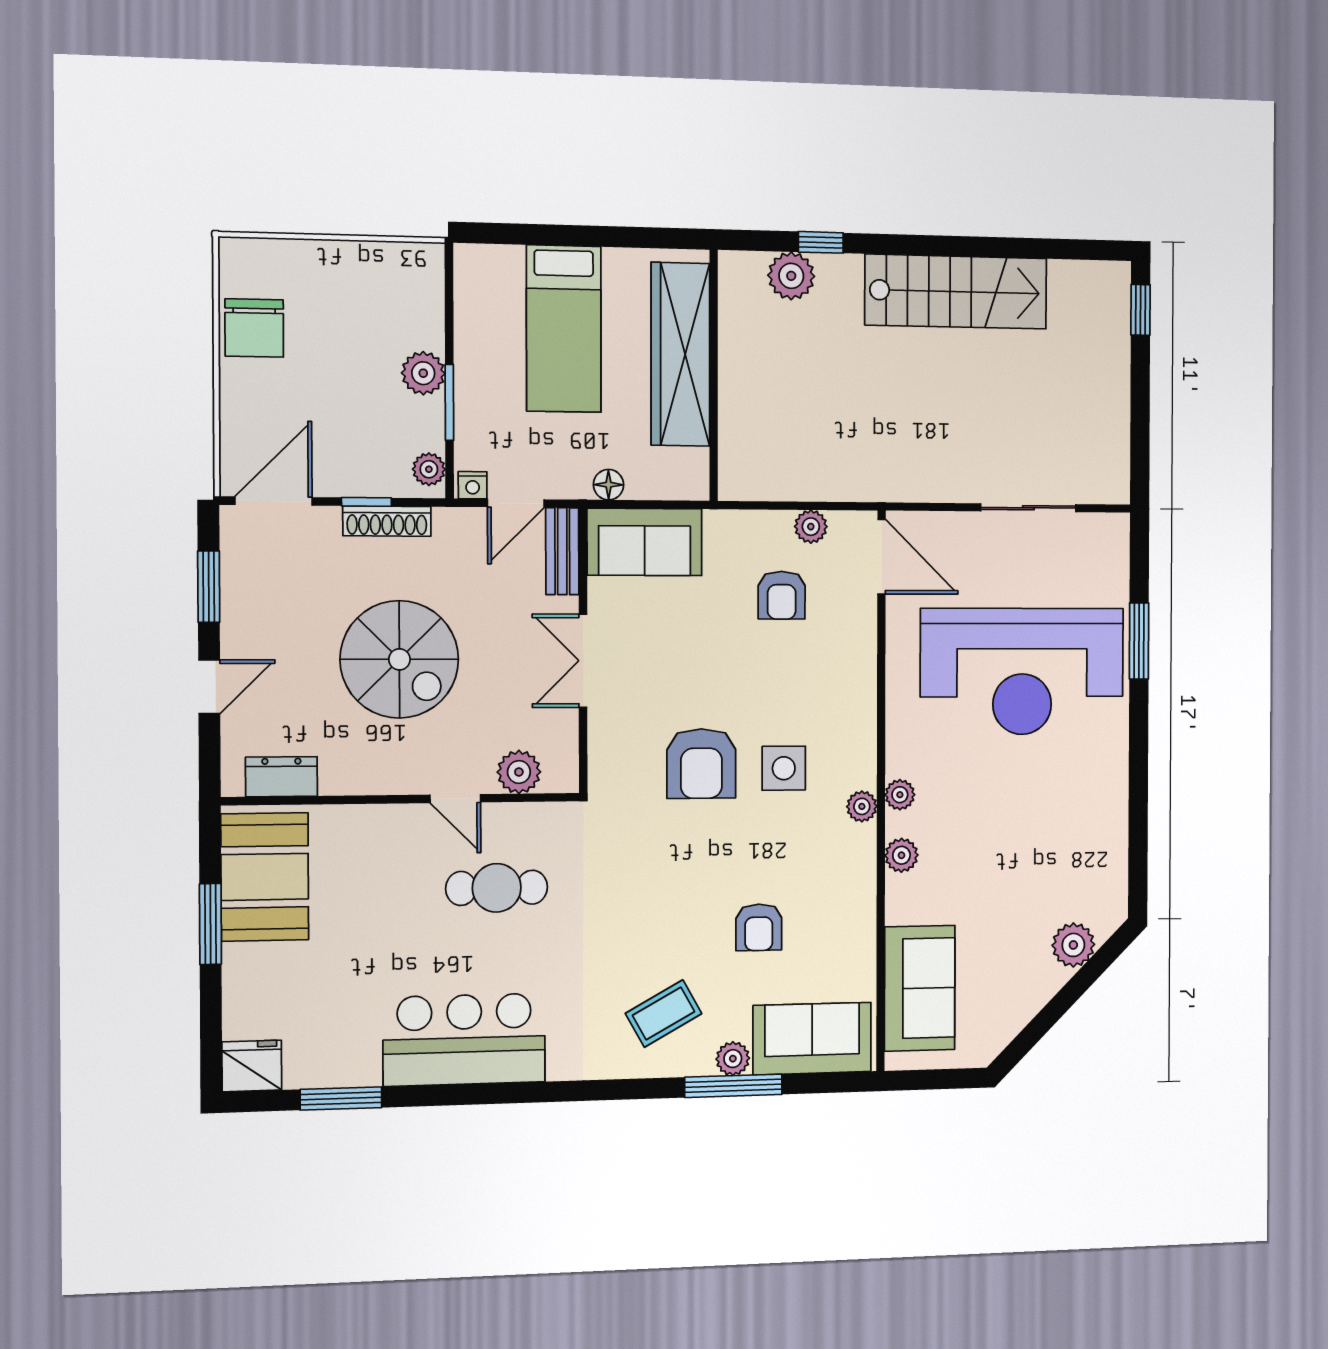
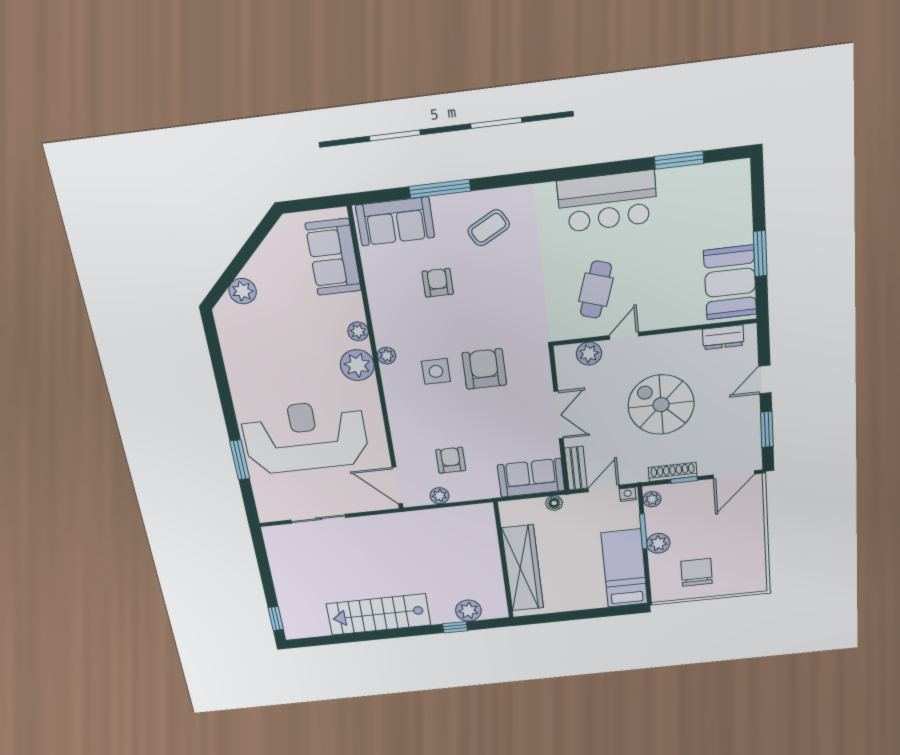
chair: (254, 328) -> (697, 572), moved
bed: (564, 329) -> (624, 568), moved
plant: (900, 795) -> (357, 365), width x1.88, depth x1.88
door: (455, 799) -> (624, 336), hinge flipped
cafe table: (497, 888) -> (596, 290), turned -72
plant: (733, 1059) -> (443, 205), removed
fridge: (252, 1066) -> (733, 175), removed

